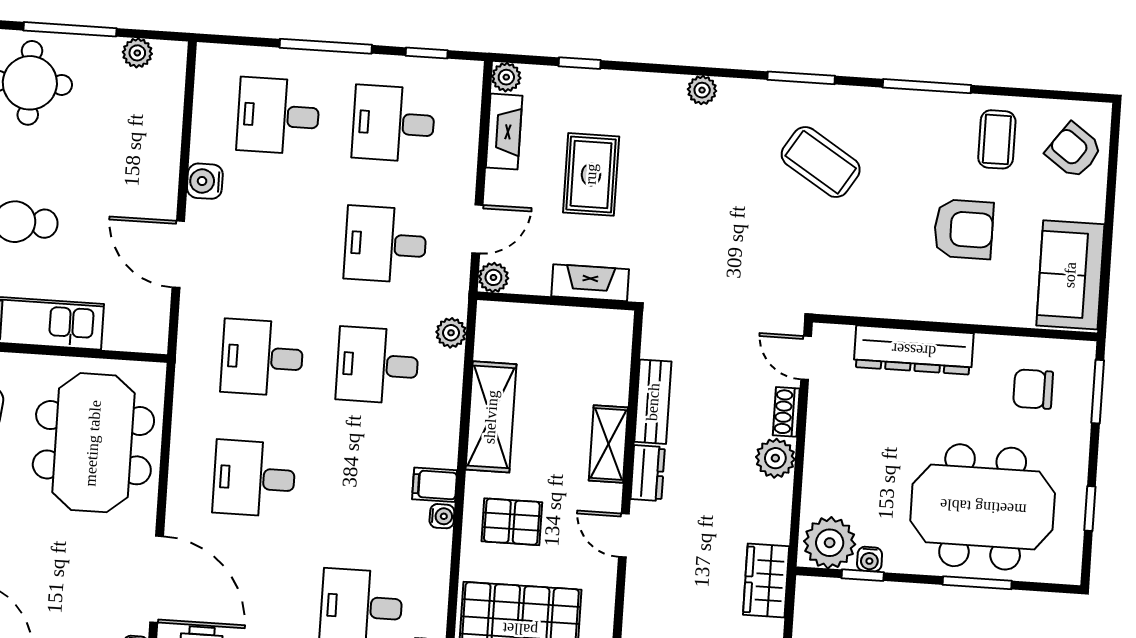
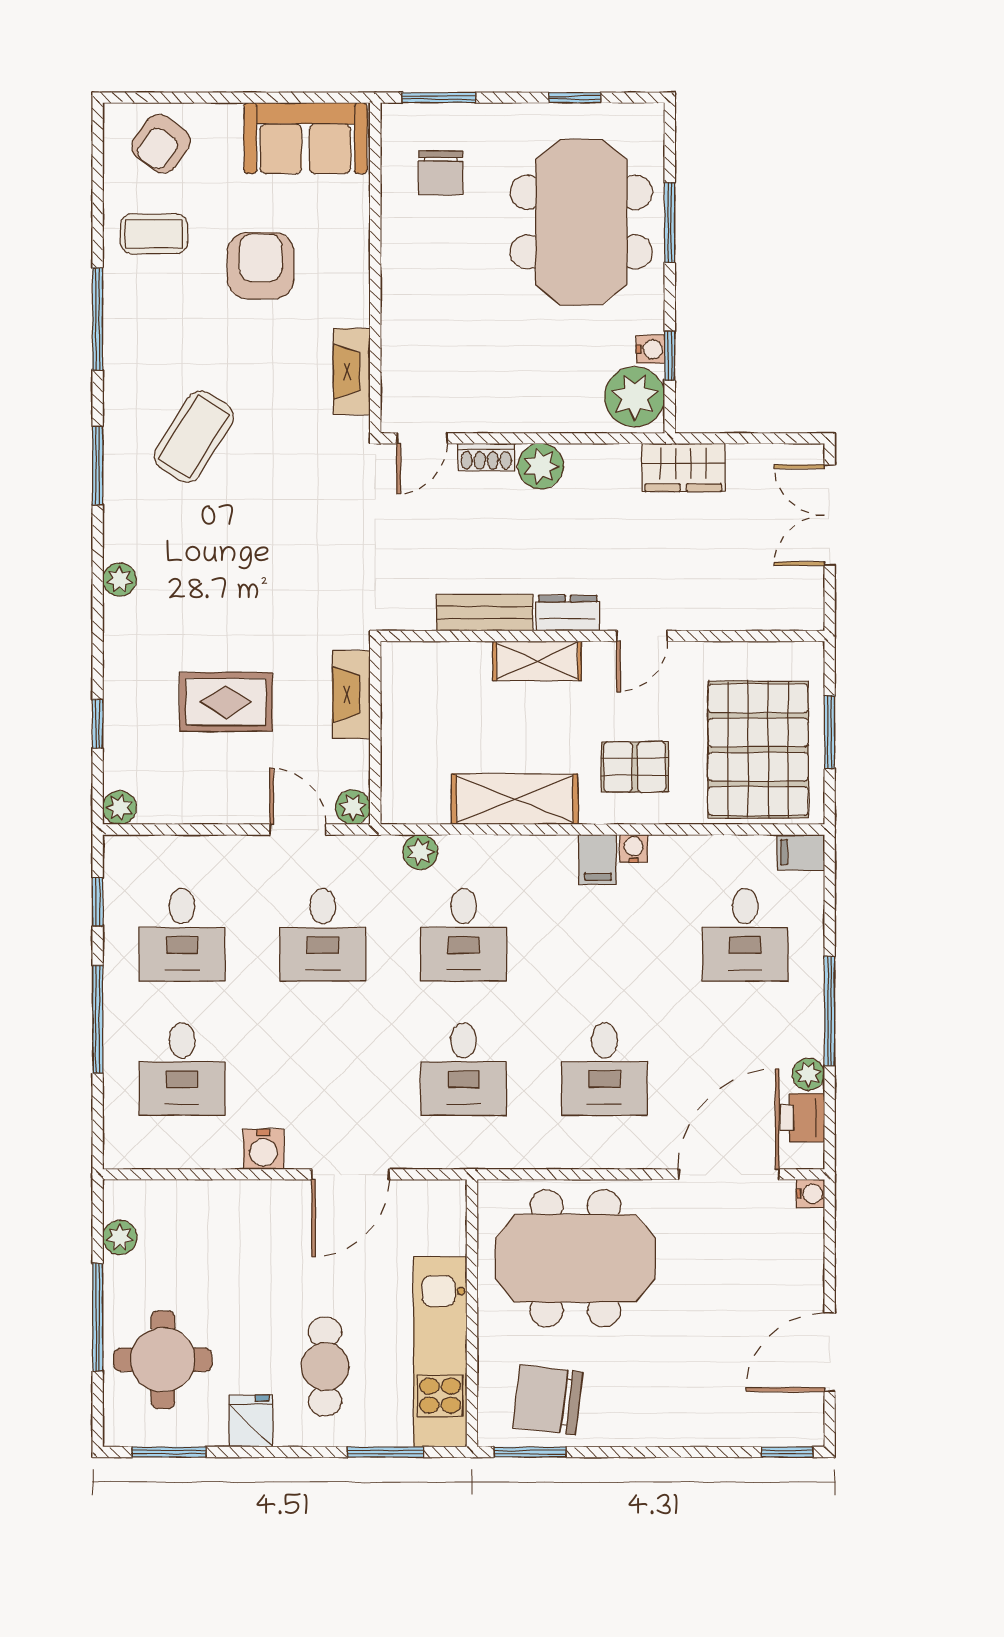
fireplace: (504, 132) -> (352, 372), moved, turned -90
dresser: (914, 350) -> (405, 314), removed
pallet: (512, 522) -> (635, 767), turned 90

